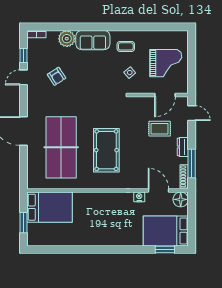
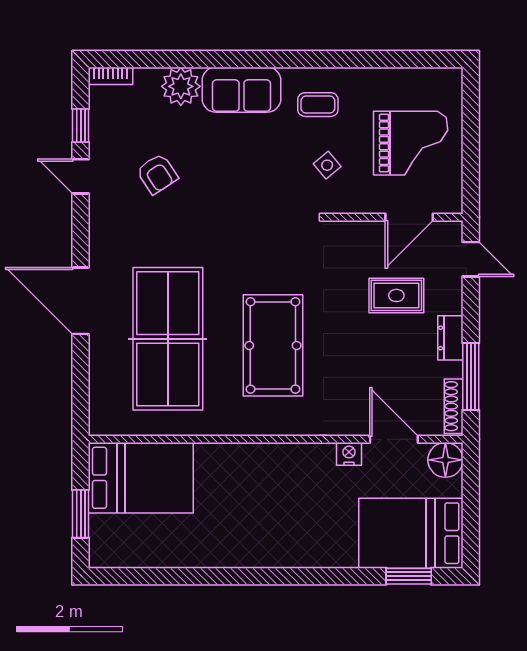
door: (24, 77) -> (81, 176), hinge flipped

